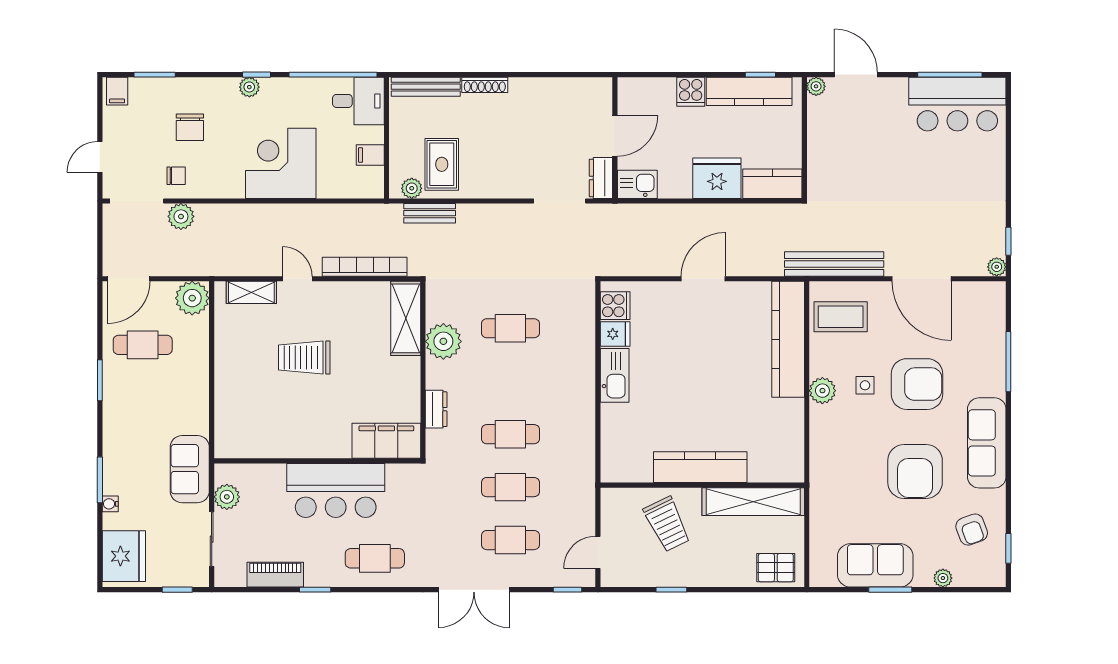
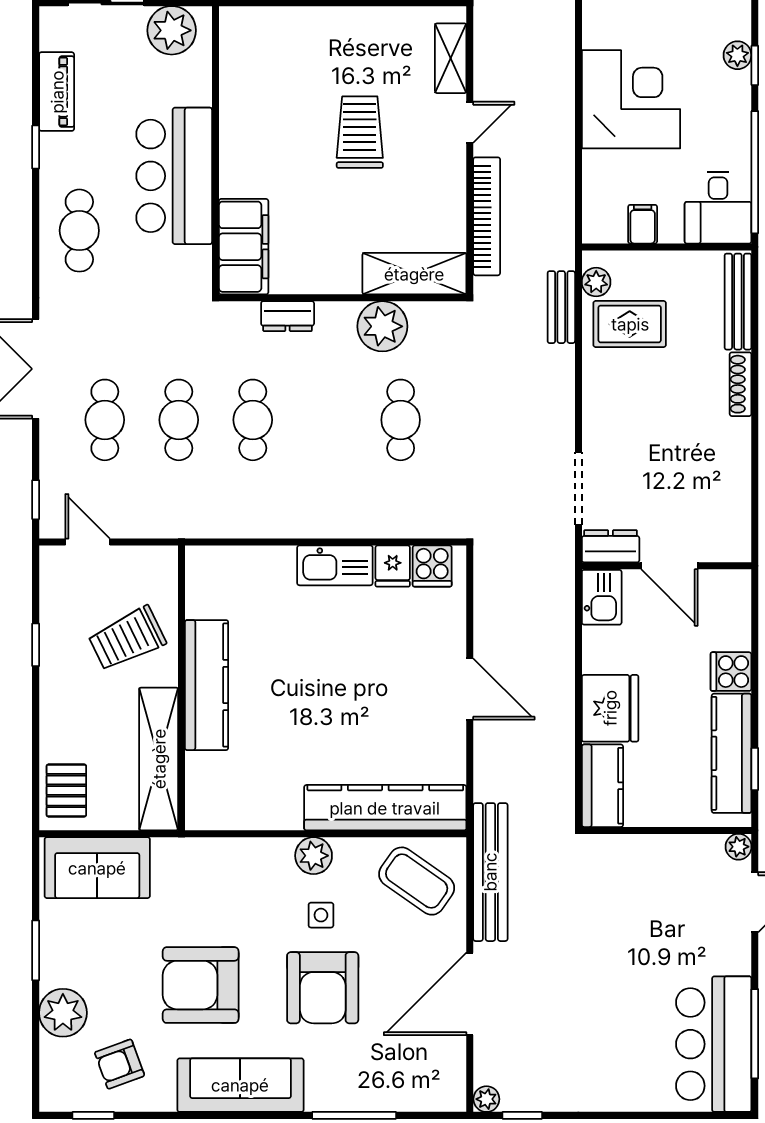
coffee table: (841, 317) -> (417, 881), turned -55
plant: (227, 497) -> (172, 30), width x1.36, depth x1.36
sofa: (875, 565) -> (97, 868), moved, turned 90
plant: (943, 578) -> (63, 1013), width x1.88, depth x1.88

